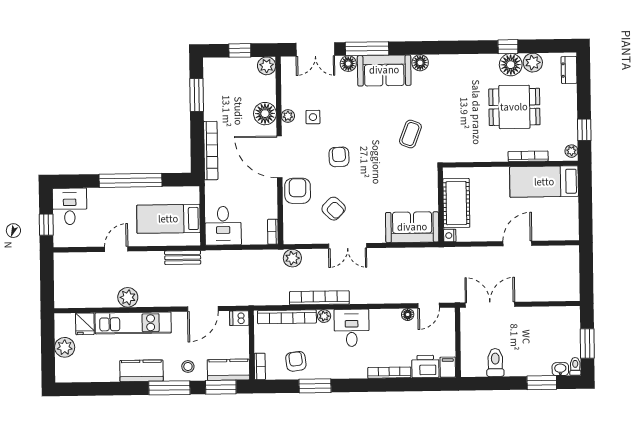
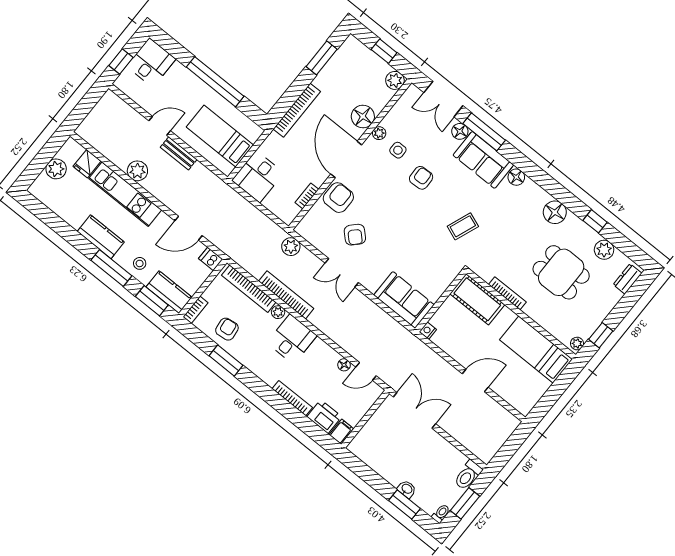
floor lamp: (511, 65) -> (555, 212), moved
bookcase: (528, 156) -> (507, 293), moved
armchair: (339, 157) -> (421, 178), moved
cot: (456, 203) -> (477, 299), moved, turned 90
bookcase: (273, 232) -> (307, 196), moved
bench: (183, 258) -> (179, 153), moved
toilet: (495, 363) -> (468, 475), moved, turned 180
washbasin: (560, 369) -> (407, 489), moved

